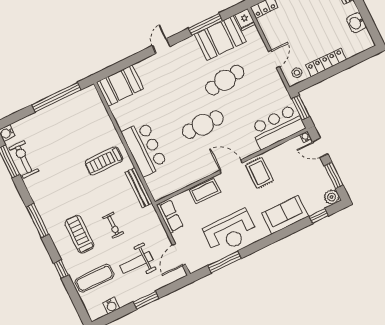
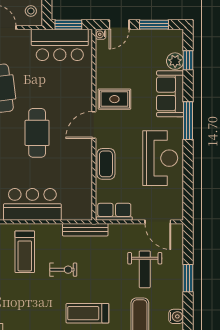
bar counter: (278, 127) -> (60, 45), moved, turned -90
bench: (139, 188) -> (85, 230), moved
plant: (332, 197) -> (175, 61), moved
exercise bike: (113, 225) -> (63, 270), moved
window: (225, 262) -> (188, 121), moved

